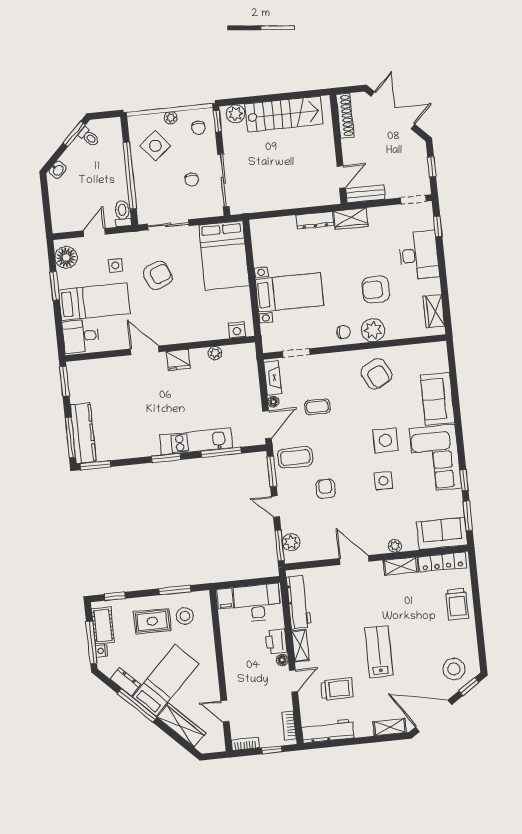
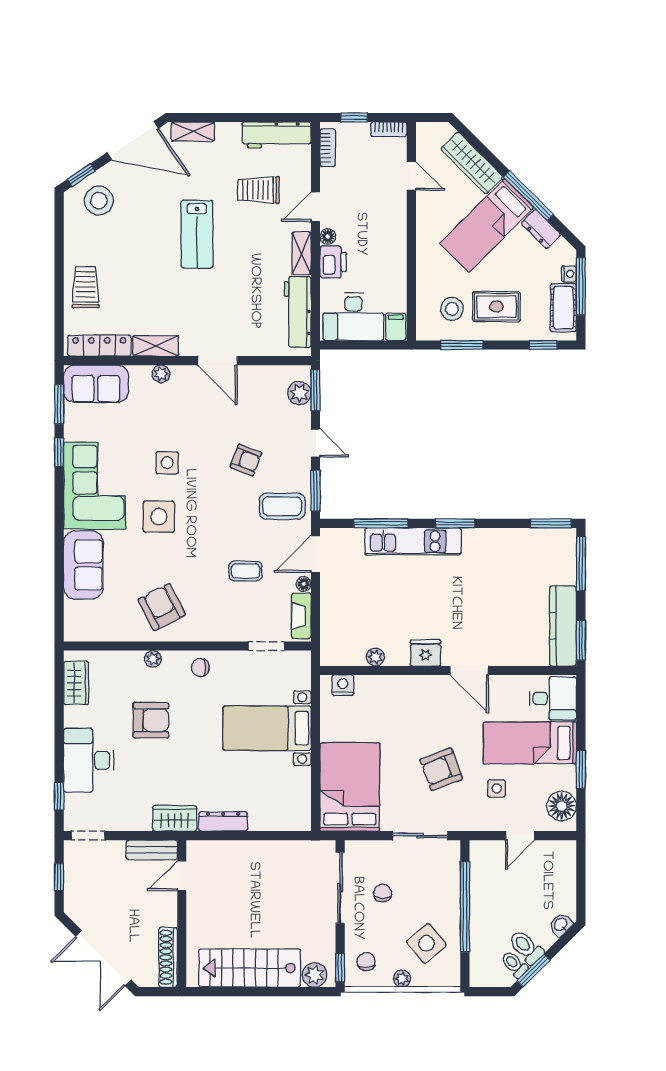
toilet: (123, 213) -> (526, 947), moved, turned 135
plant: (373, 330) -> (153, 659), width x0.53, depth x0.53
kitchen counter: (83, 433) -> (563, 626), moved
armchair: (326, 489) -> (246, 460), turned -69

